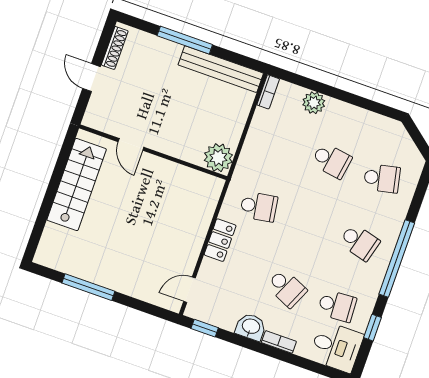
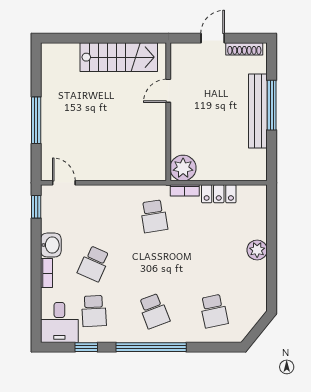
bench: (221, 69) -> (258, 111), moved
bookcase: (268, 92) -> (185, 190), moved
plant: (314, 103) -> (257, 250), moved
school desk: (332, 161) -> (214, 264), removed
locker: (220, 240) -> (219, 194), moved
school desk: (359, 242) -> (154, 311), turned -36
window: (88, 287) -> (36, 120), moved

